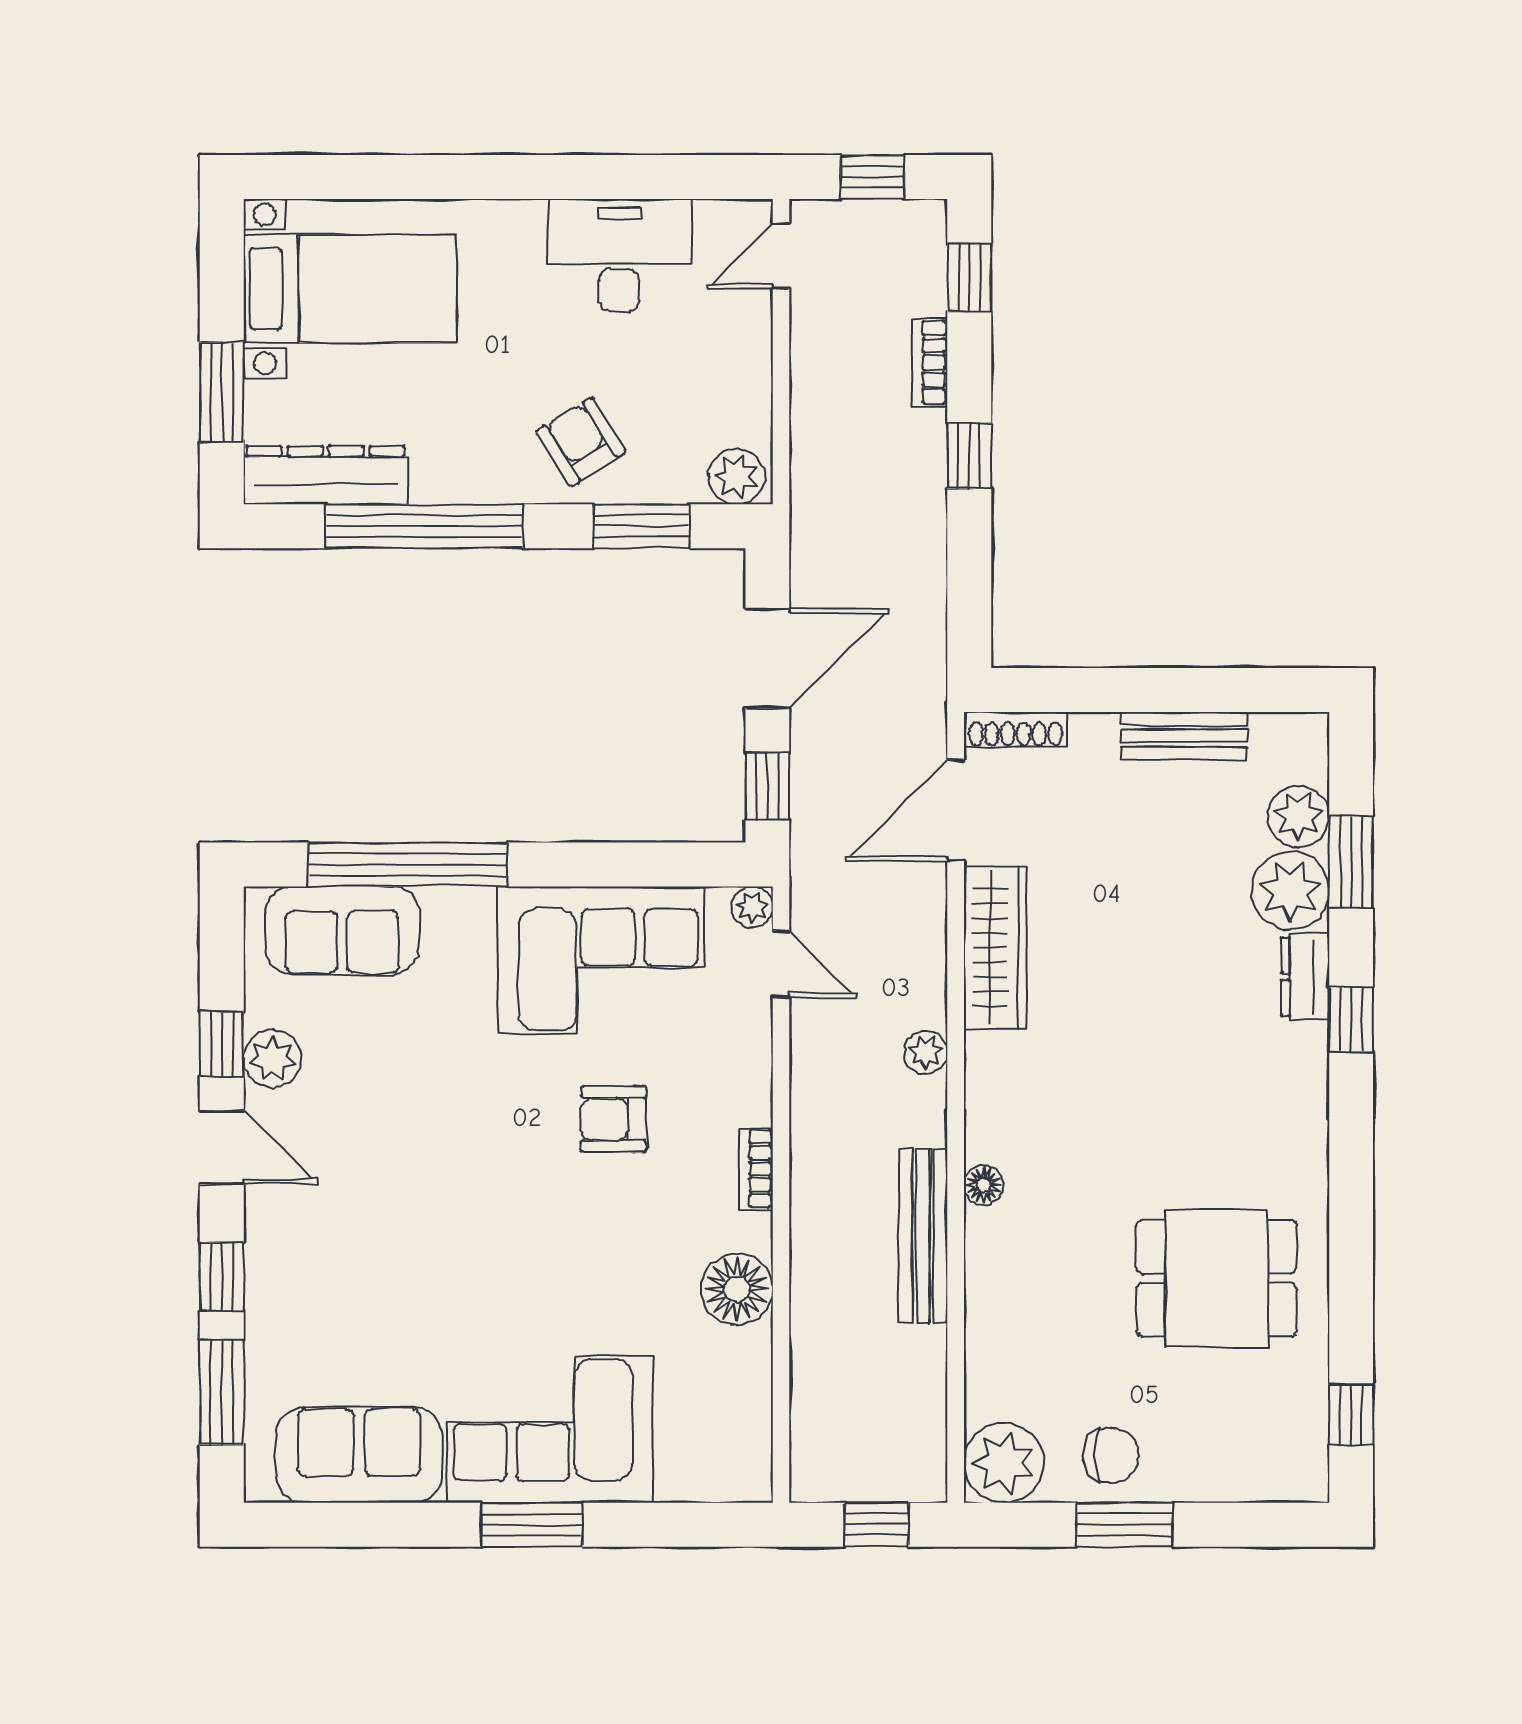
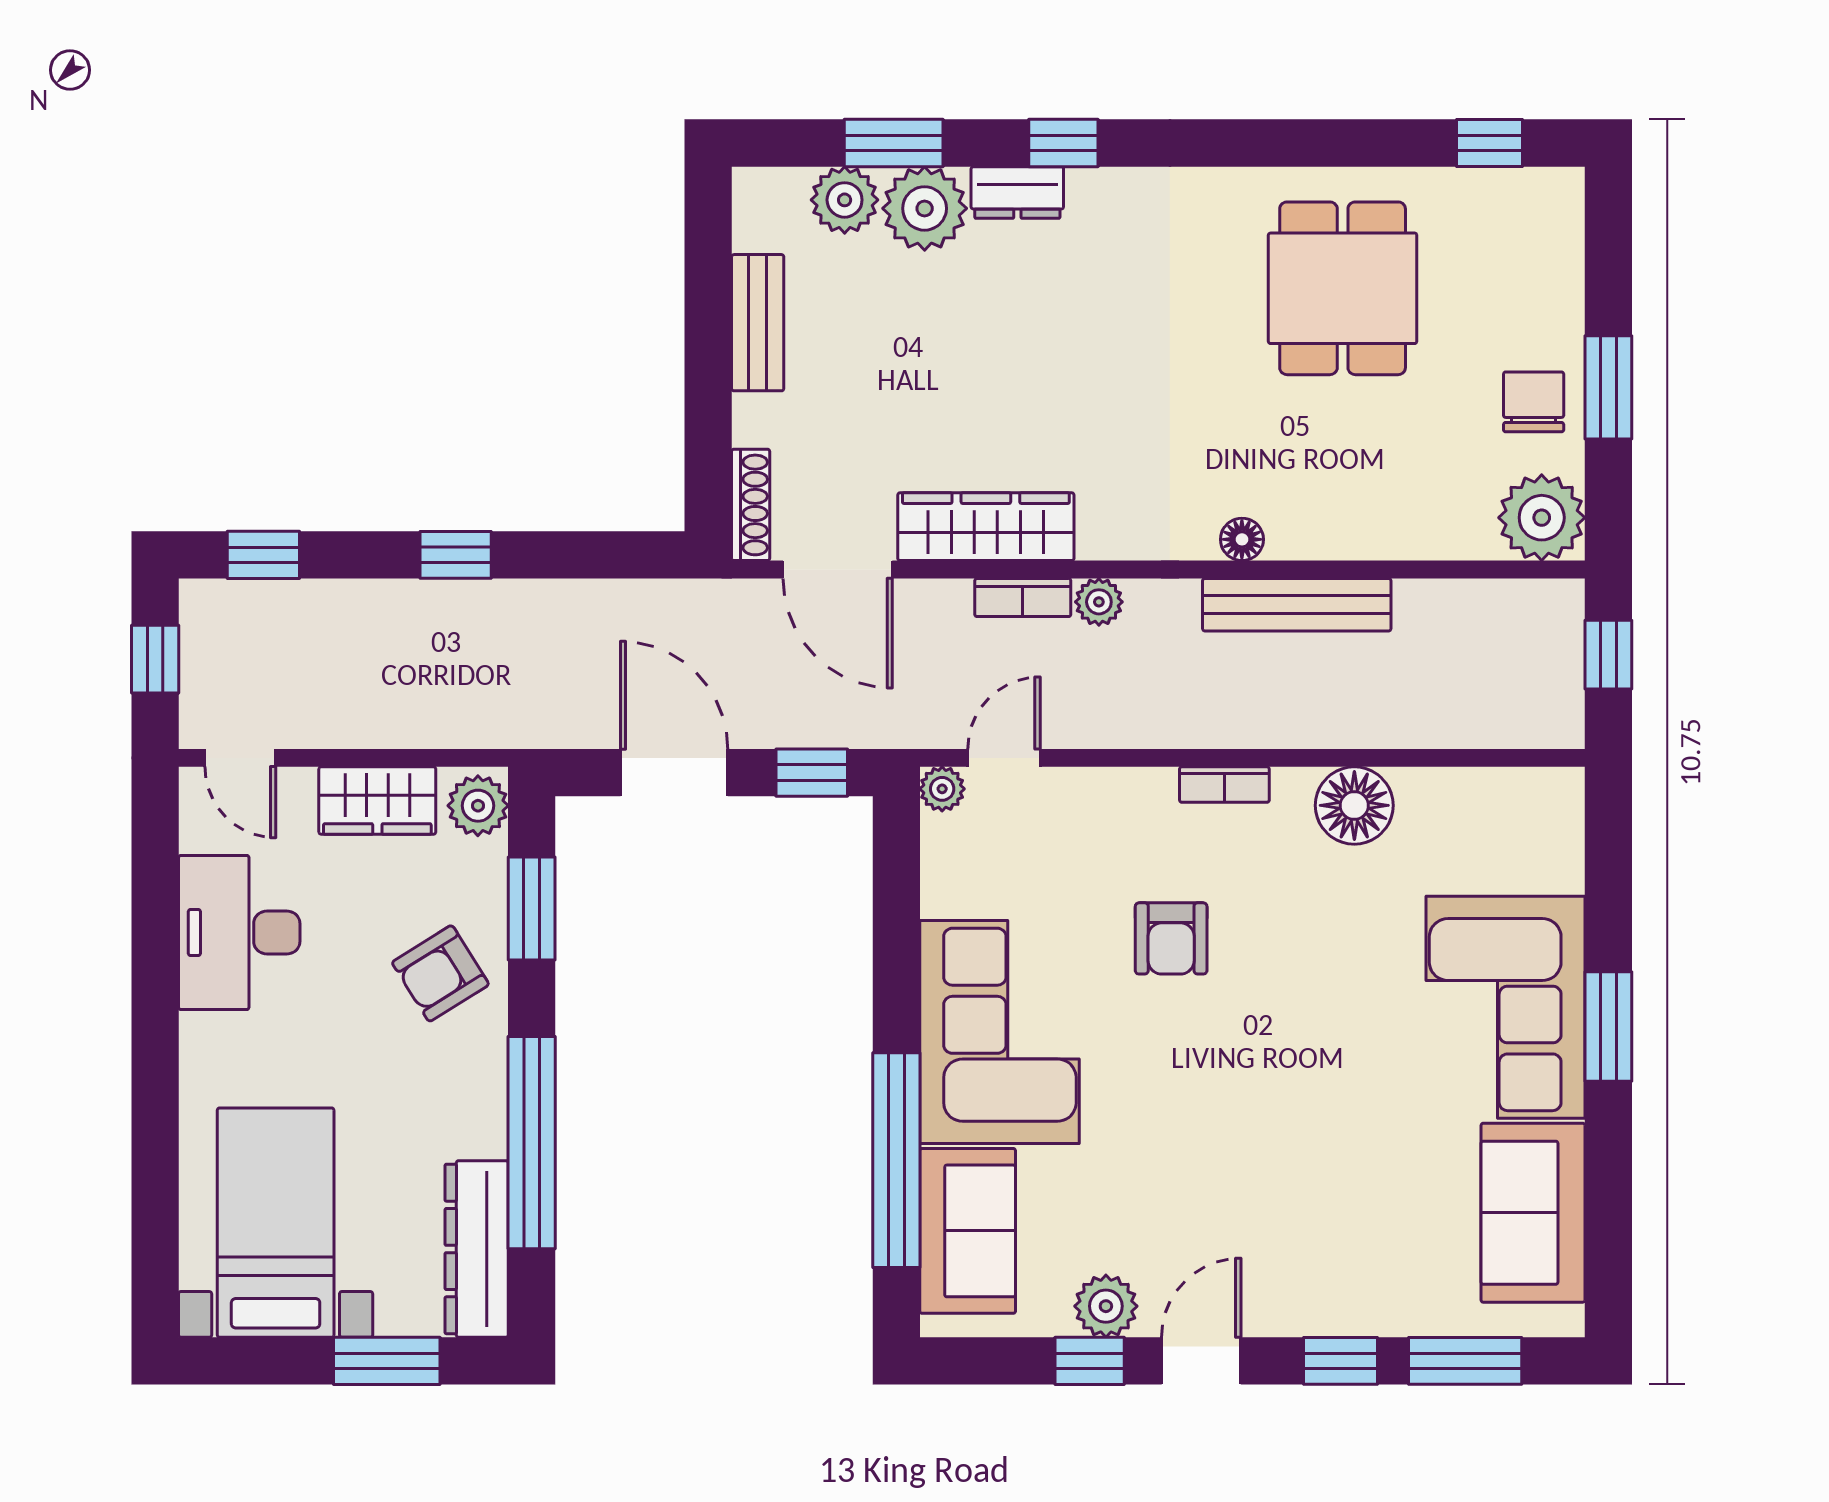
bookcase: (930, 362) -> (1023, 598), moved
wardrobe: (741, 383) -> (377, 801), added
corner sofa: (601, 960) -> (1000, 1032), moved

